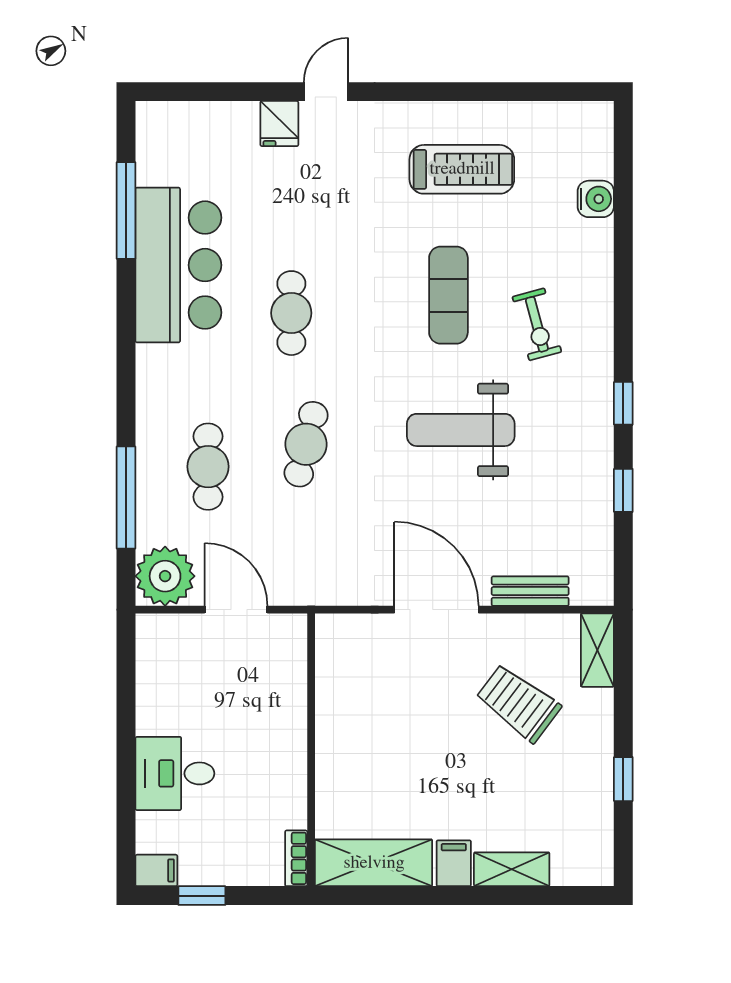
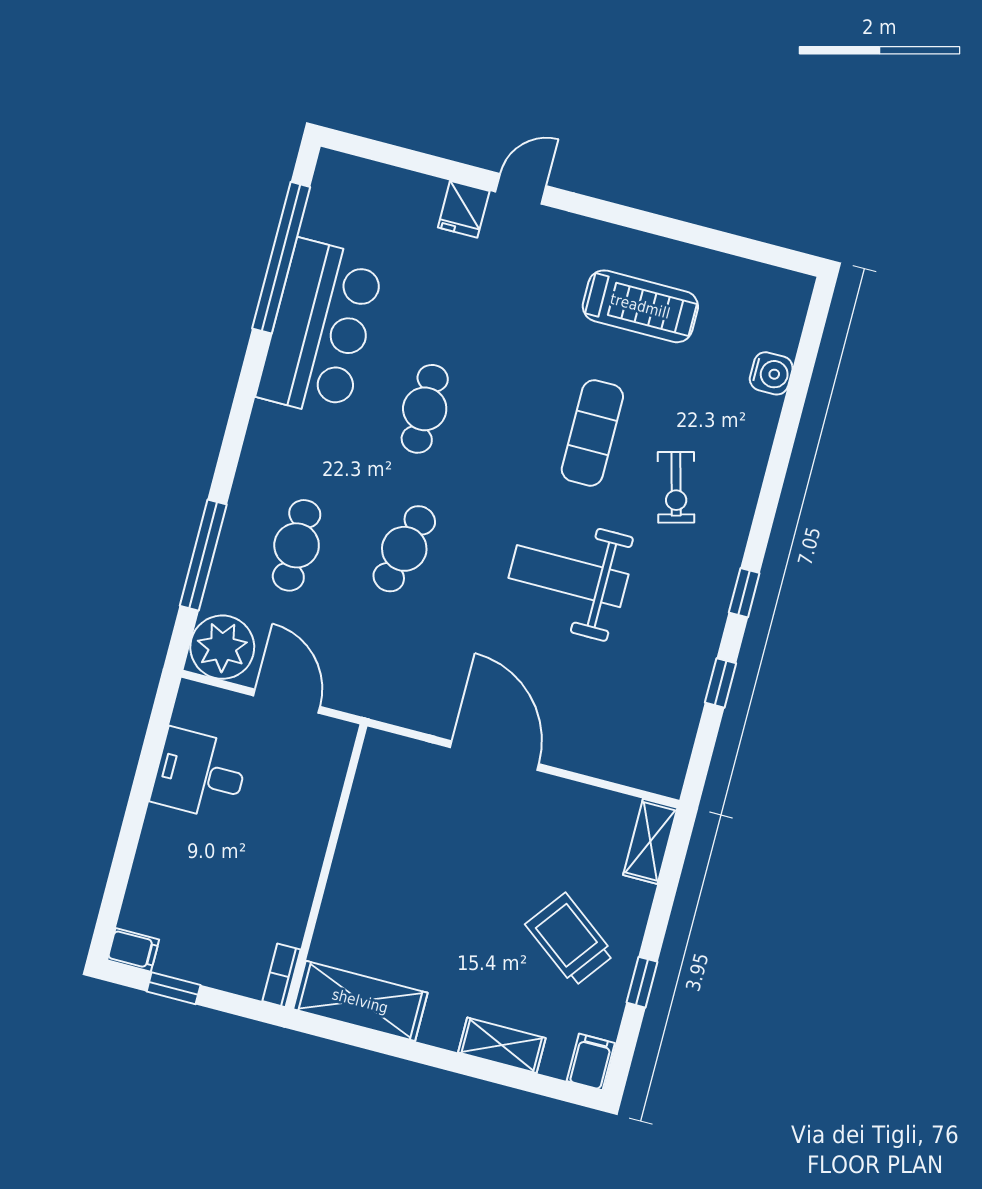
window: (126, 211) -> (281, 258), width x1.46
bench: (530, 591) -> (597, 762), removed
trolley: (518, 703) -> (570, 940), moved
desk: (175, 773) -> (200, 774), moved
filing cabinet: (454, 863) -> (591, 1062), moved

